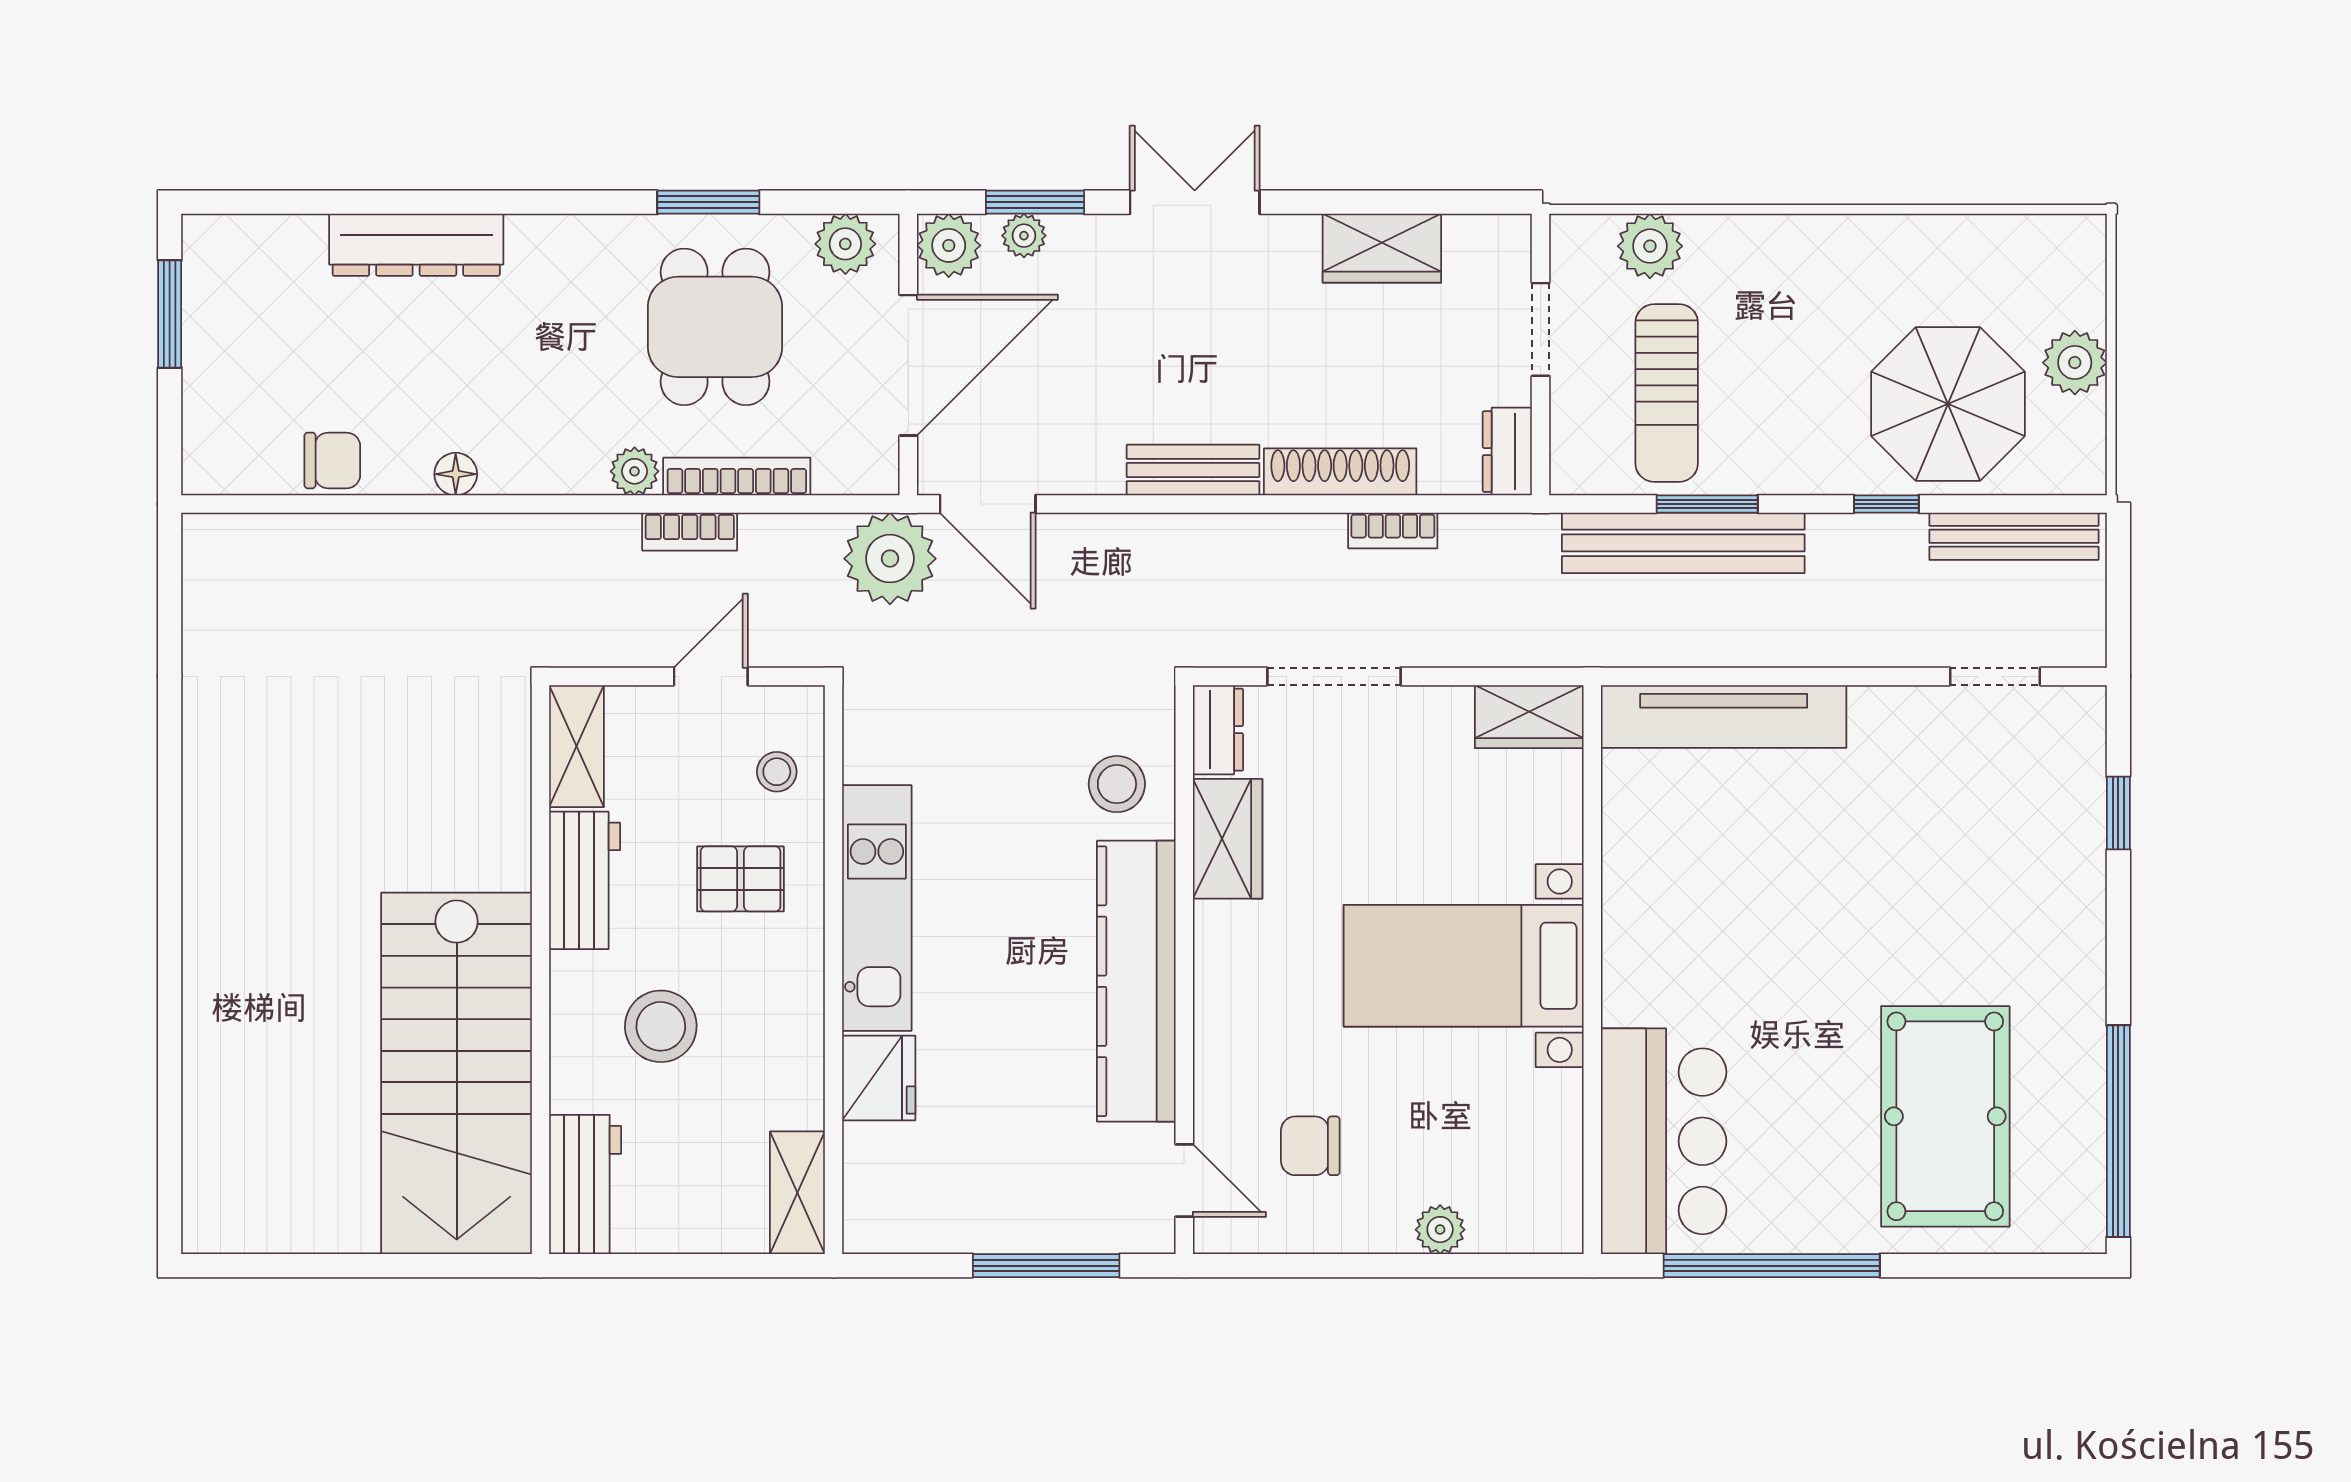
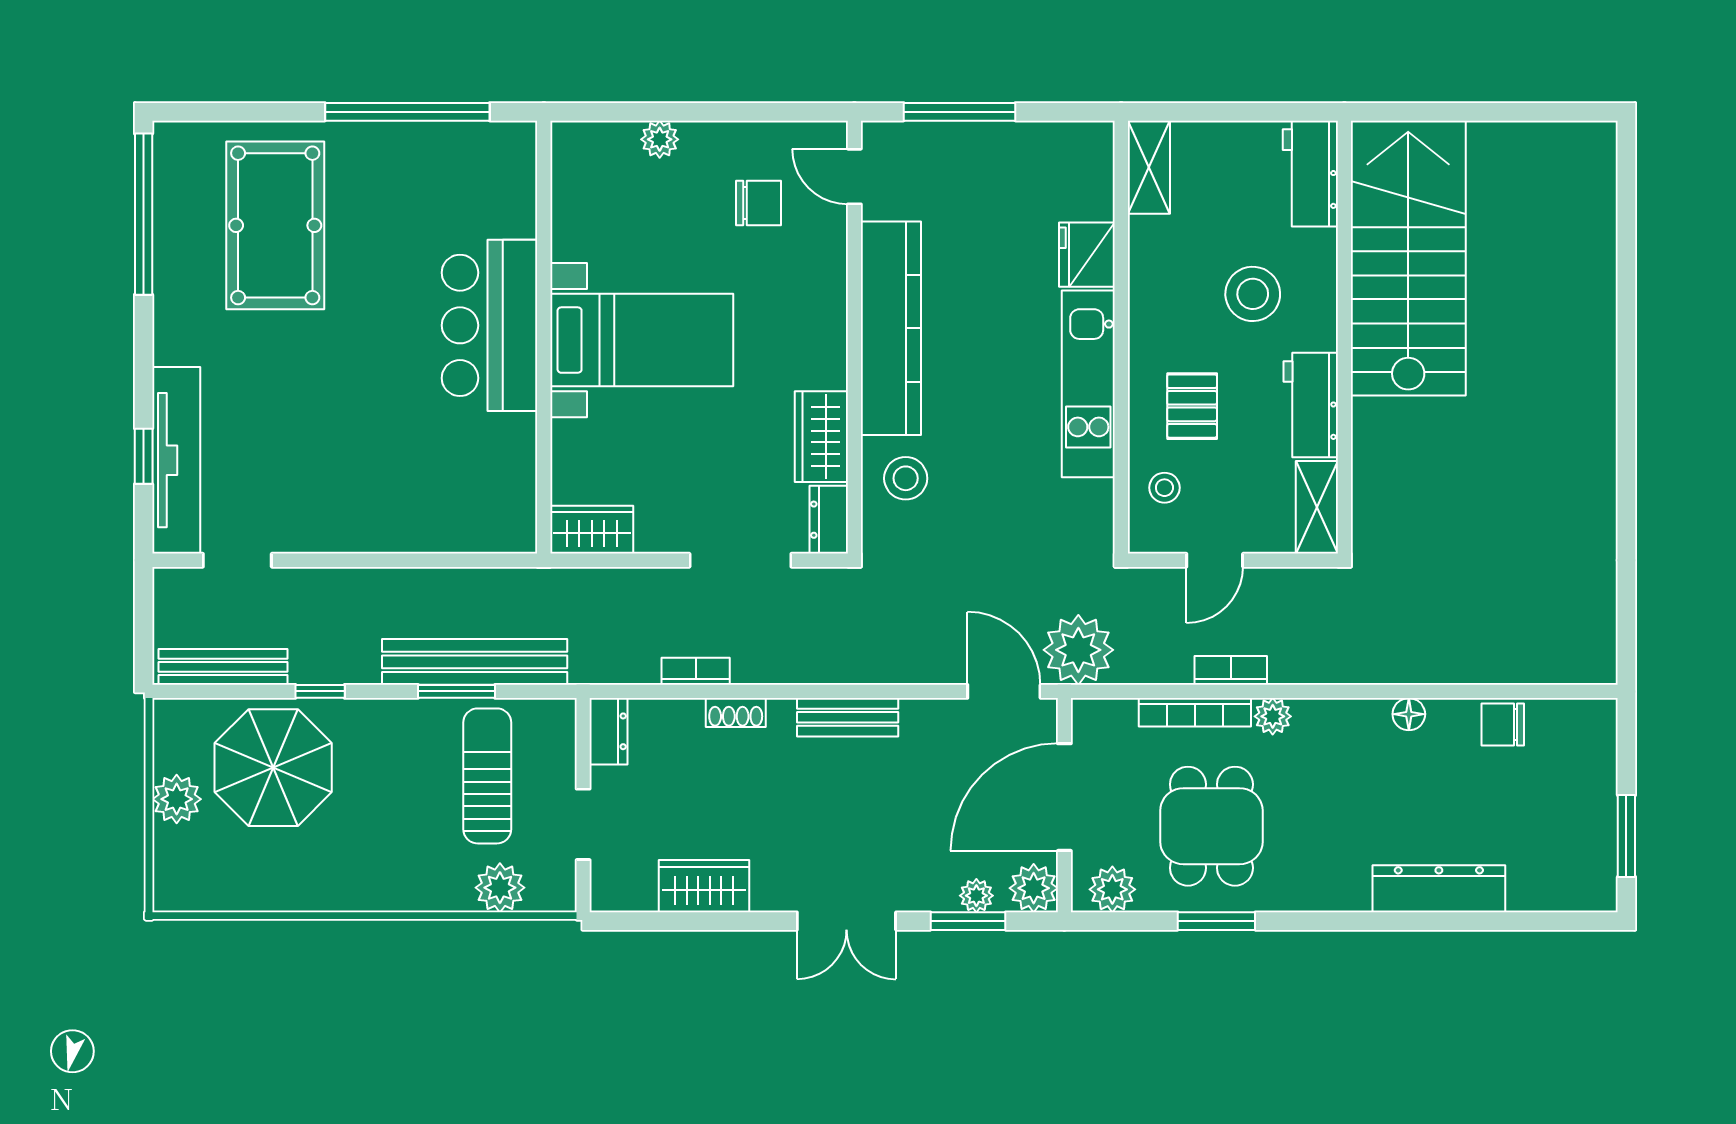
shoe rack: (1340, 472) -> (736, 712), width x0.51, depth x0.81
tv unit: (1724, 716) -> (176, 460), moved, turned 90
pallet: (740, 879) -> (1192, 406), turned 90
bar counter: (1664, 1141) -> (490, 325), moved

